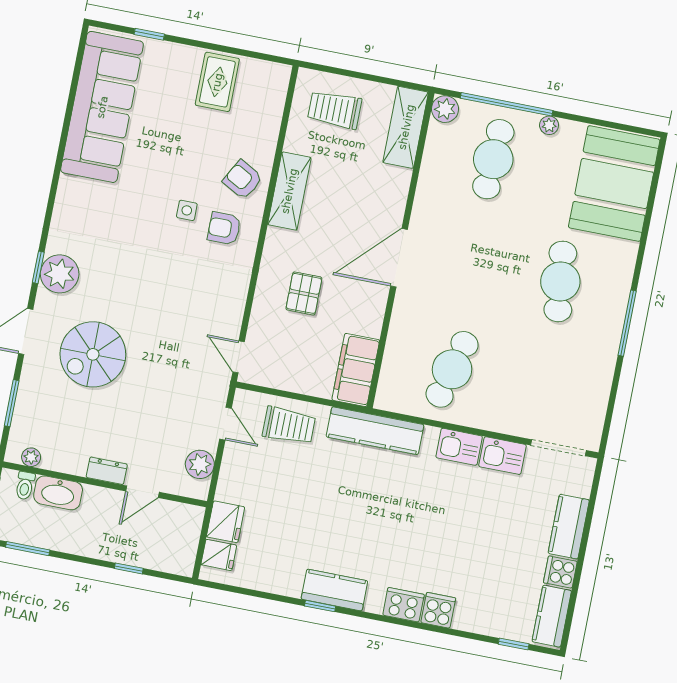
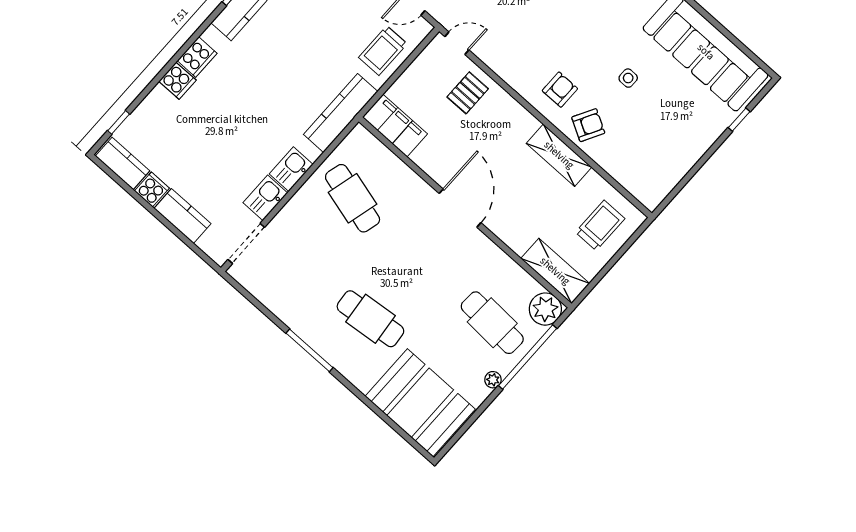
rug: (217, 82) -> (673, 150), removed
plant: (445, 109) -> (545, 309), width x1.36, depth x1.36
side table: (187, 210) -> (628, 78), moved
pallet: (304, 293) -> (468, 93), moved, turned 90

